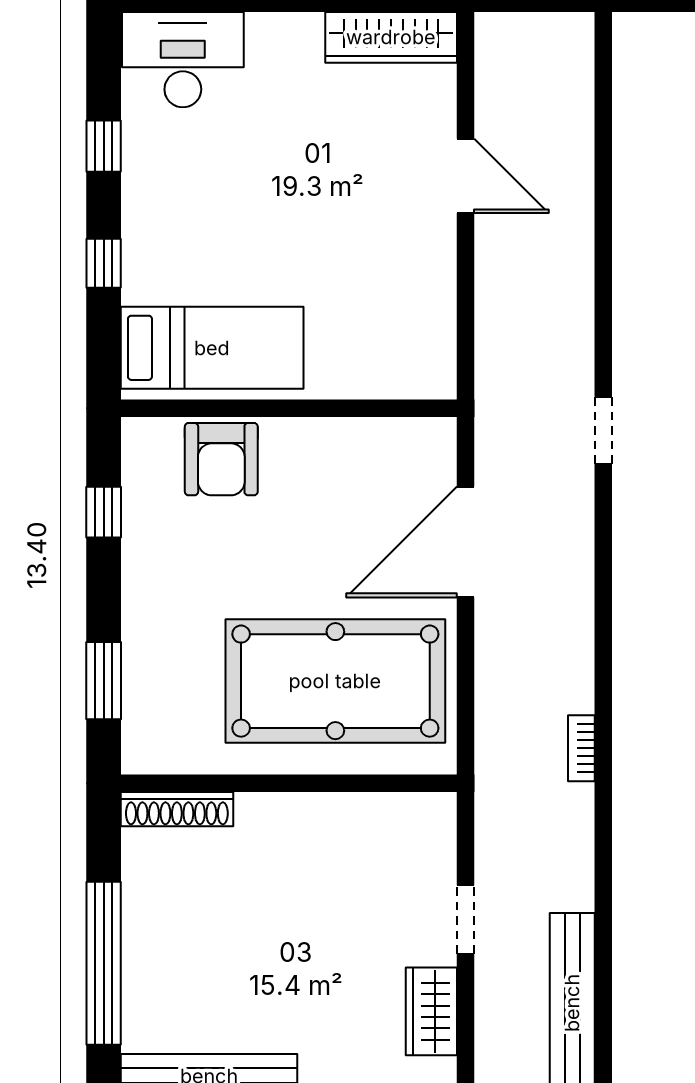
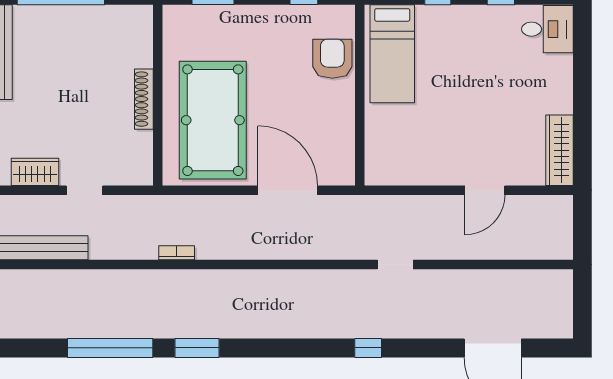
desk: (183, 60) -> (547, 29), width x0.73
doorway: (603, 430) -> (395, 264), moved
armchair: (221, 459) -> (332, 59), turned 90
shoe rack: (177, 809) -> (144, 99), moved

